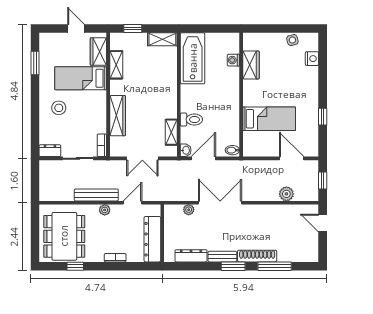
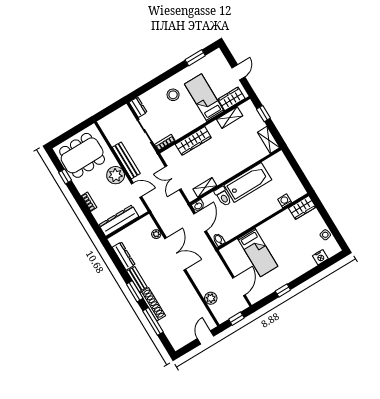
bathtub: (193, 58) -> (248, 182), moved
wardrobe: (251, 65) -> (302, 208), moved
door: (203, 158) -> (200, 222), hinge flipped
plant: (105, 210) -> (116, 175), width x1.88, depth x1.88

